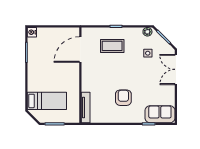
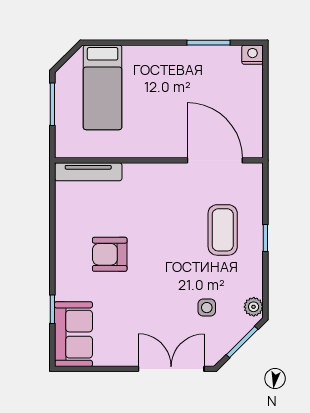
armchair: (123, 98) -> (110, 254), turned 180

